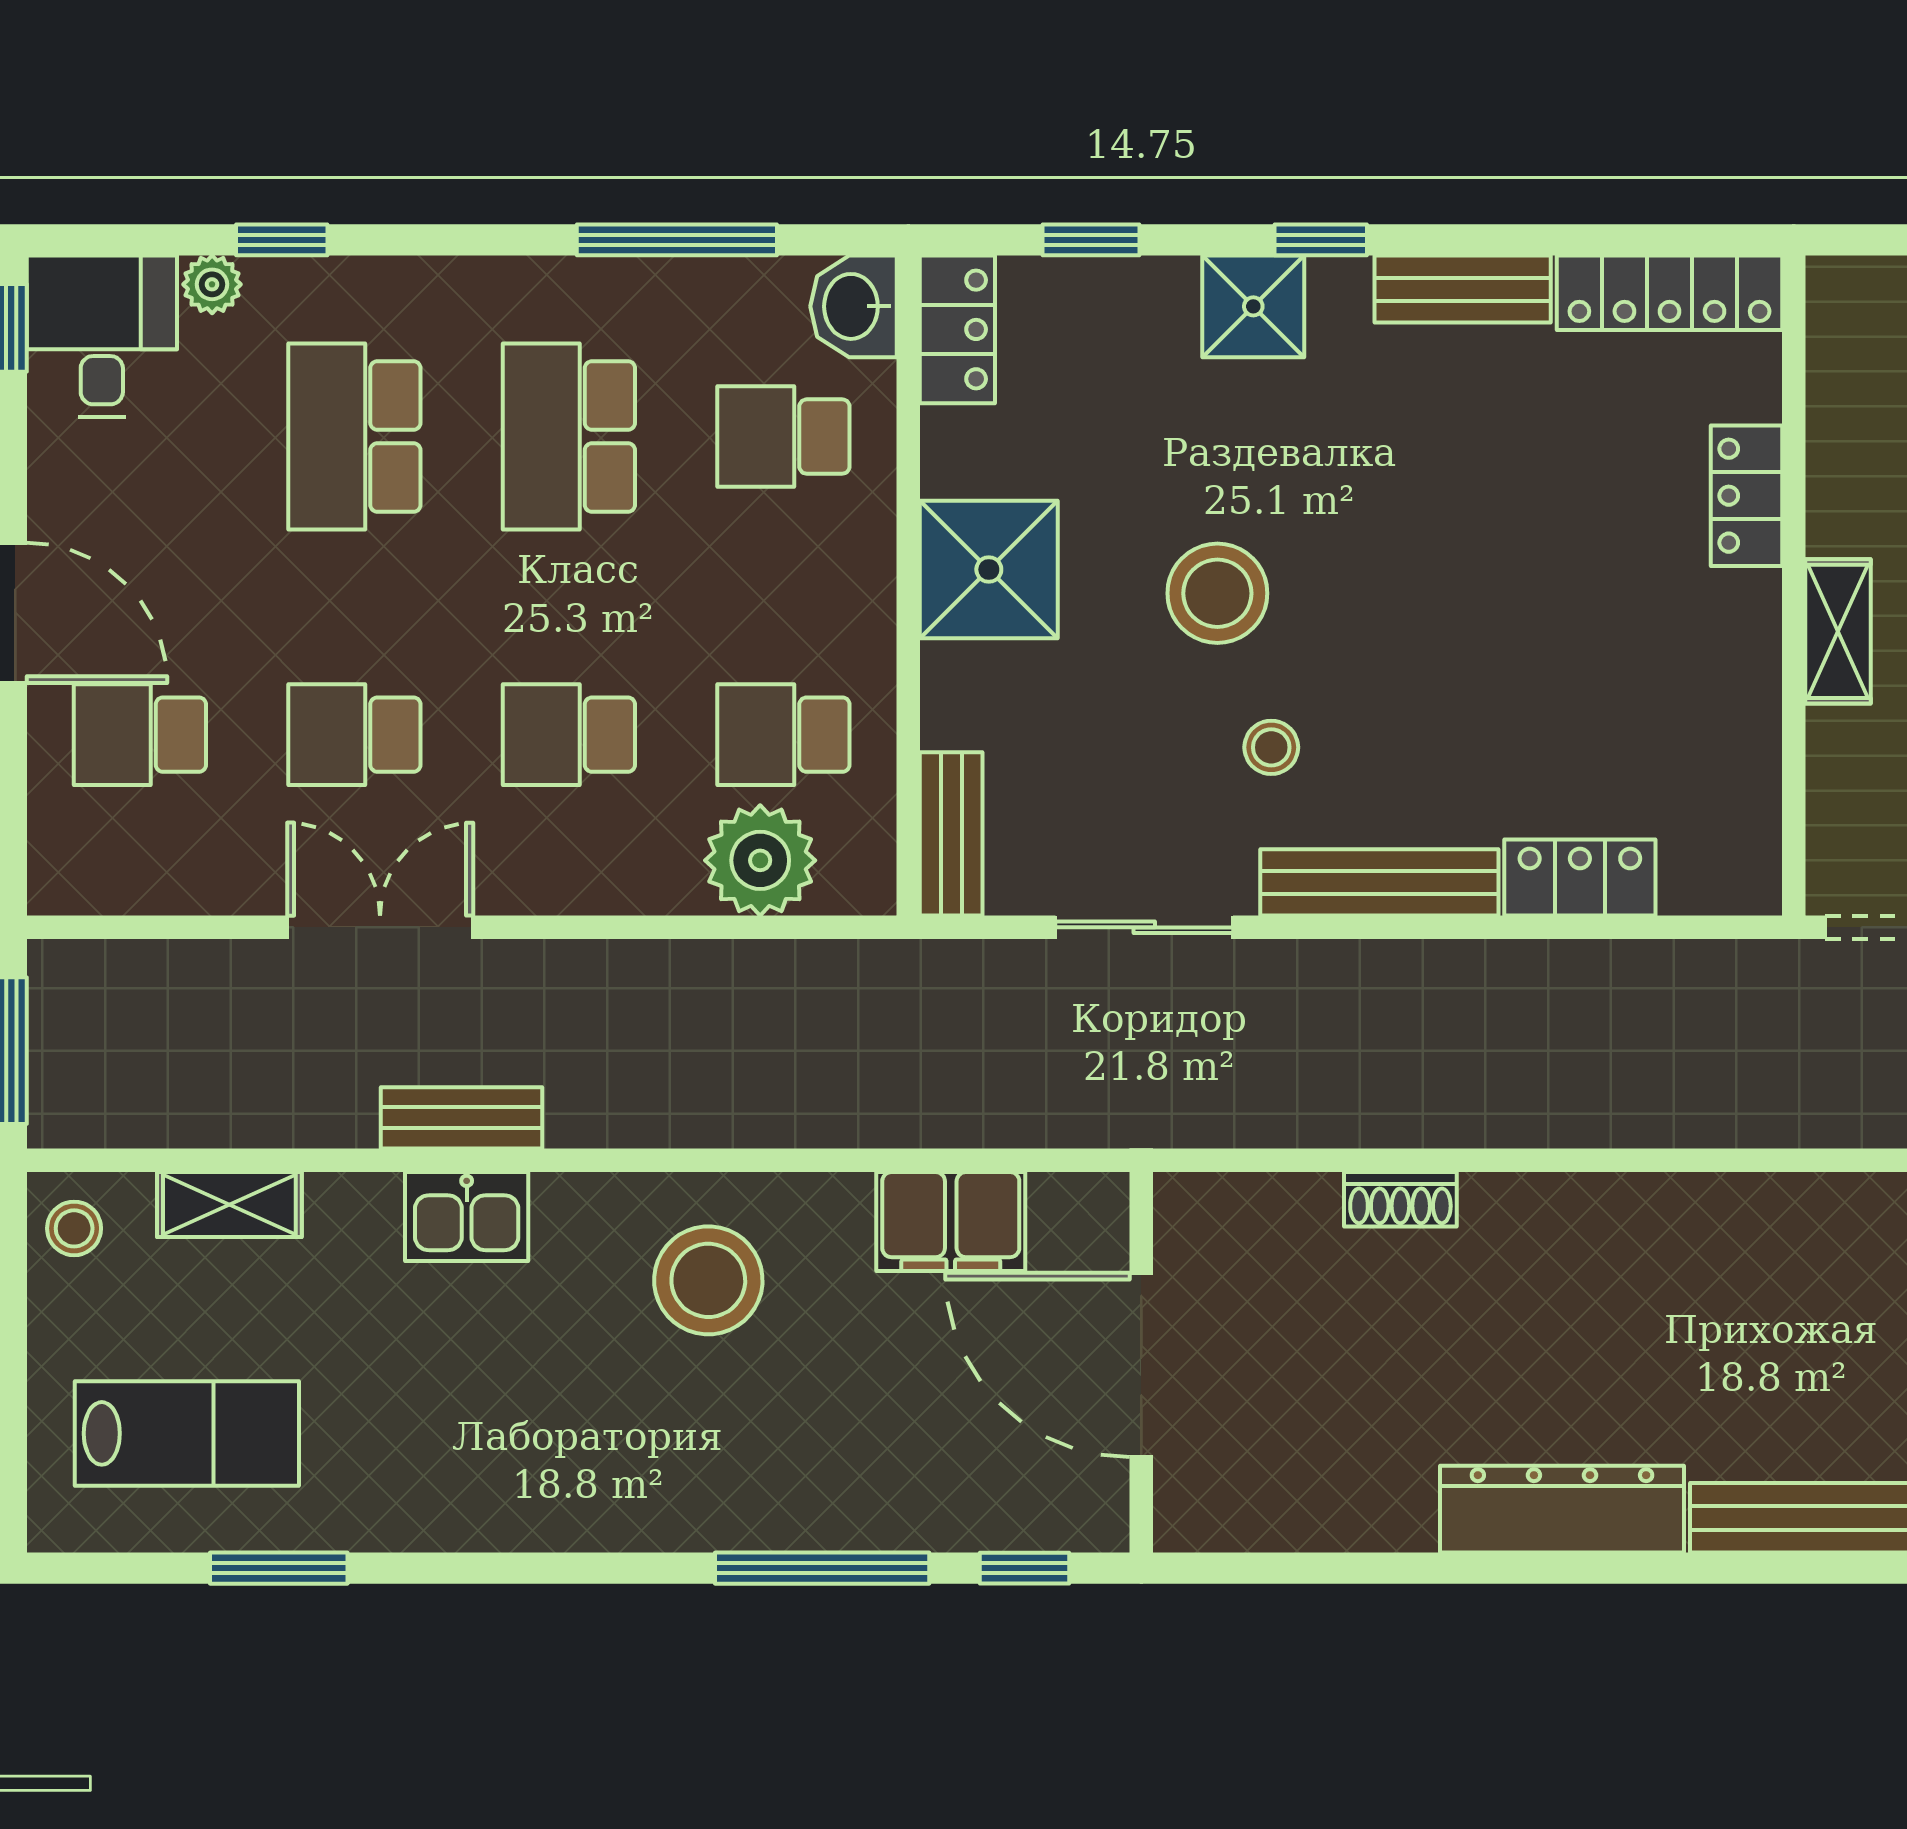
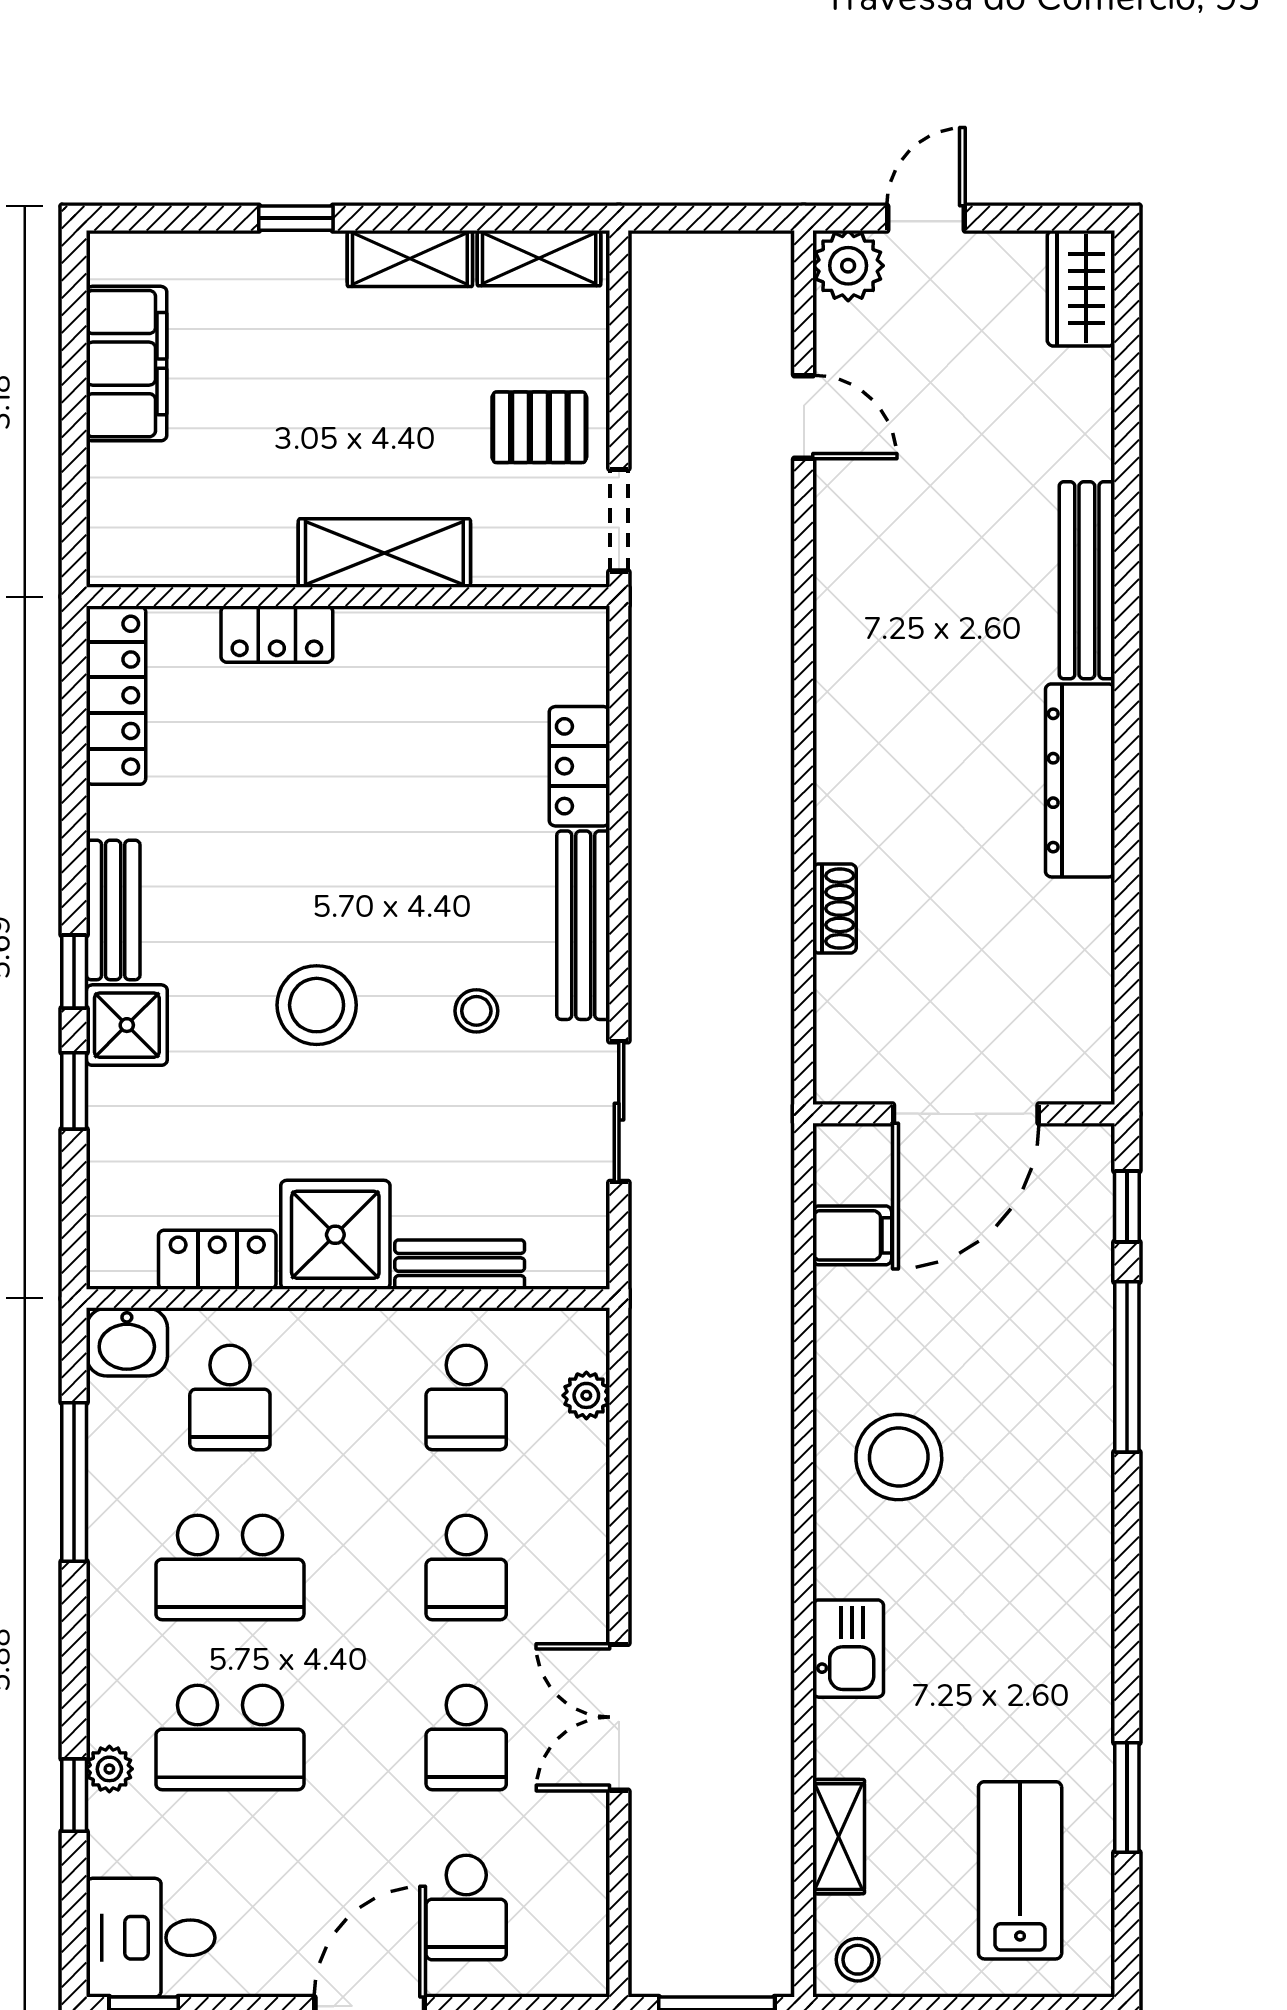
window: (1091, 240) -> (74, 1091), moved
plant: (212, 284) -> (109, 1769), moved
bench: (1463, 289) -> (113, 910), moved
locker: (957, 329) -> (217, 1260), moved
stool: (1217, 593) -> (317, 1005), moved
shelving: (1838, 631) -> (384, 553), width x1.50, depth x1.33
bench: (951, 834) -> (460, 1265), moved
plant: (760, 860) -> (586, 1395), width x0.53, depth x0.53
bench: (461, 1118) -> (770, 1653), removed
filing cabinet: (951, 1222) -> (852, 1235), width x0.50

